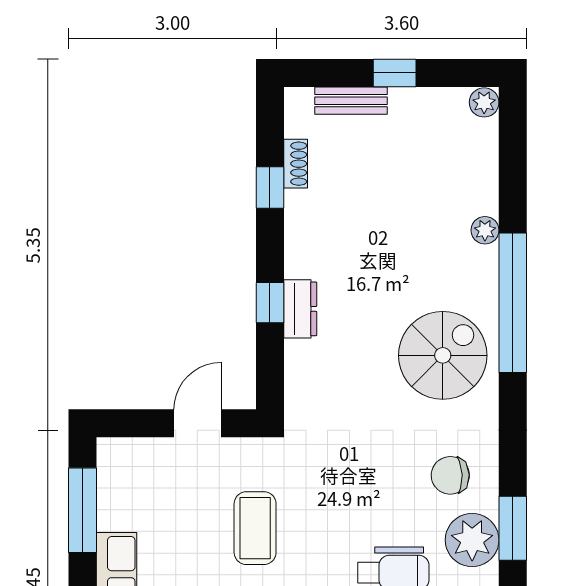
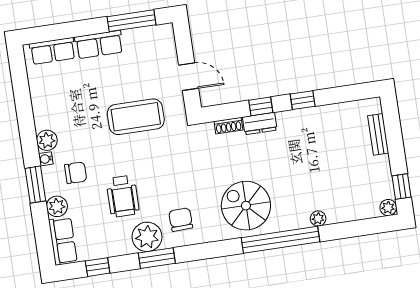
window: (395, 73) -> (402, 186), moved
shoe rack: (296, 164) -> (228, 126), moved
window: (270, 188) -> (303, 100), moved
spiral stairs: (443, 355) -> (246, 206), turned 180
coffee table: (255, 528) -> (136, 117), width x1.36, depth x1.32

